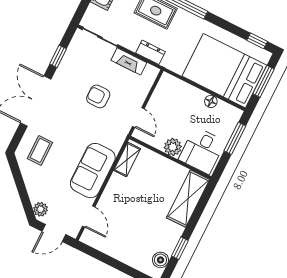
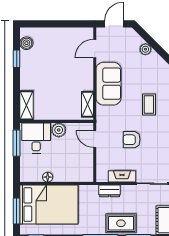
armchair: (98, 96) -> (132, 140), turned 180
window: (235, 138) -> (17, 143), moved
coffee table: (40, 150) -> (149, 105), moved
shelving: (188, 199) -> (27, 105), width x0.67, depth x0.75
plant: (41, 209) -> (145, 49), moved
door: (89, 217) -> (95, 49), hinge flipped

